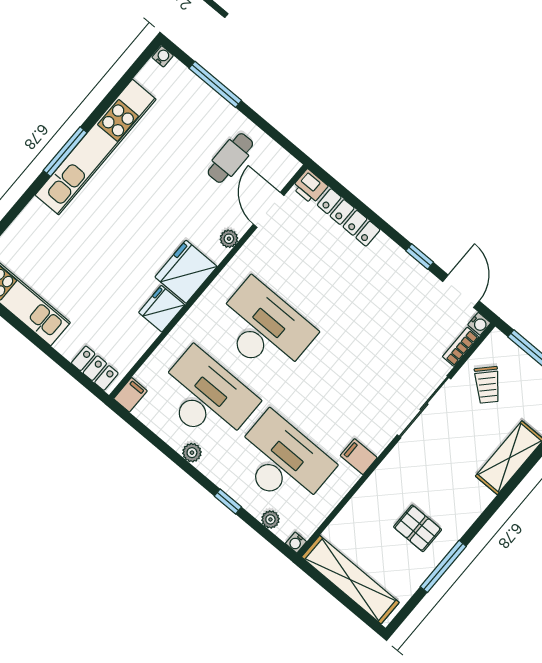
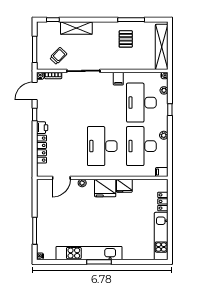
cafe table: (230, 158) -> (55, 205), removed
printer: (310, 187) -> (42, 128), moved
locker: (95, 368) -> (163, 201), moved

